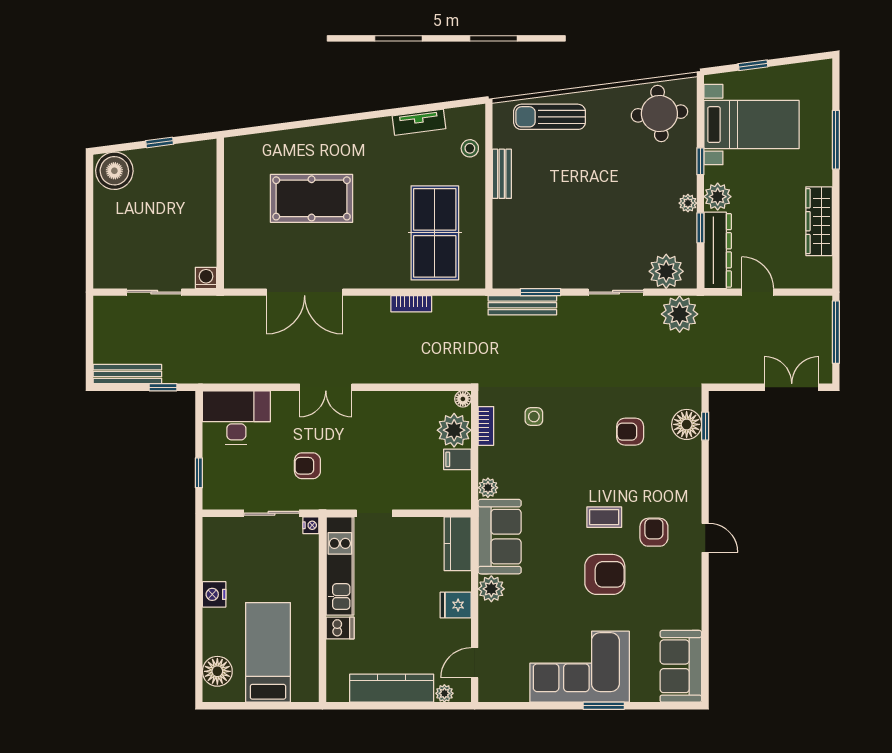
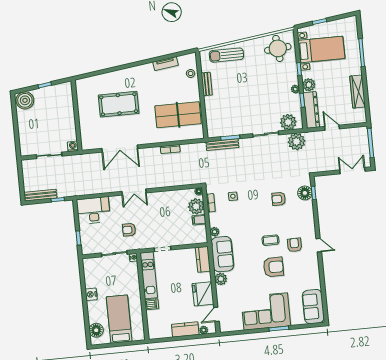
table tennis table: (435, 233) -> (178, 115), turned 90
fridge: (456, 605) -> (203, 294), width x1.88, depth x1.34
kitchen counter: (392, 688) -> (185, 329), width x0.67

